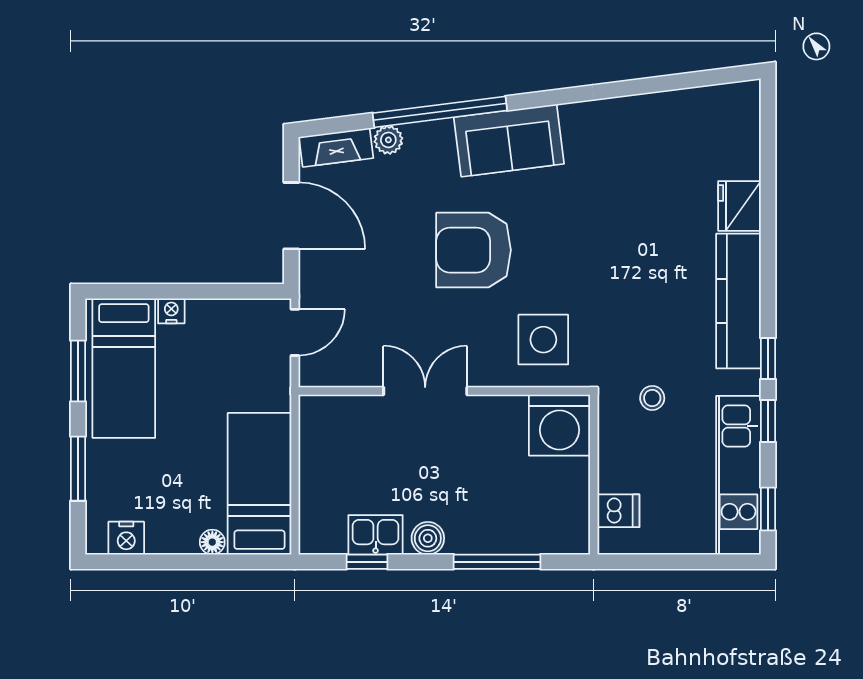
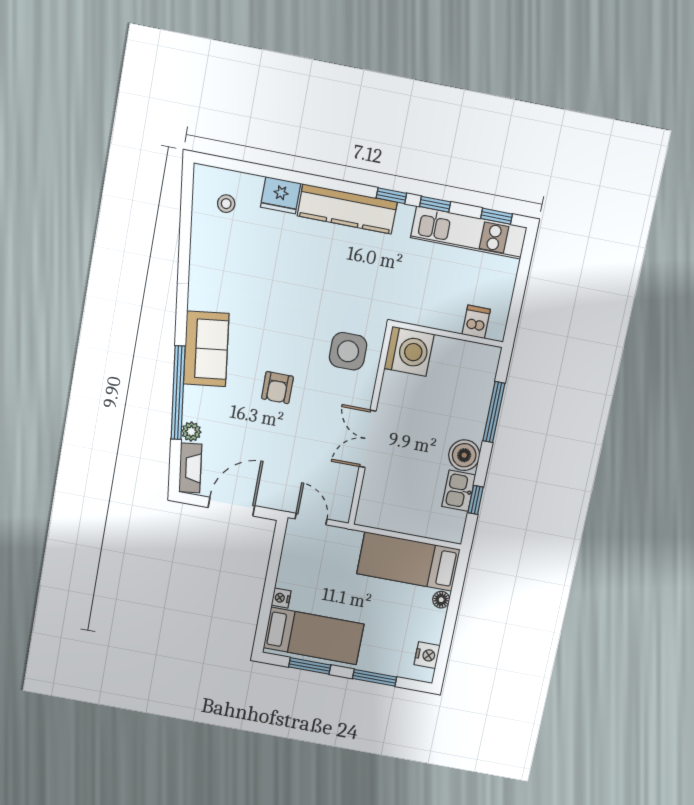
armchair: (474, 250) -> (277, 388), width x0.53, depth x0.53
stool: (652, 398) -> (226, 204), moved
boiler: (428, 538) -> (464, 455), width x1.36, depth x1.36

